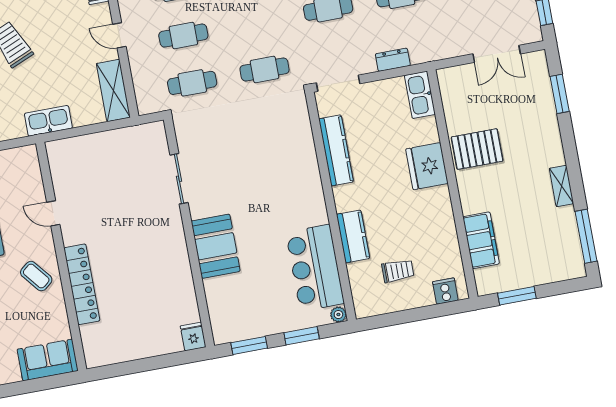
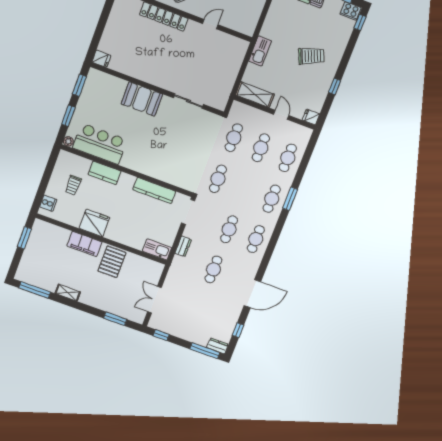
door: (119, 35) -> (281, 115), hinge flipped
fridge: (427, 166) -> (94, 223), moved
filing cabinet: (481, 240) -> (84, 244), moved

